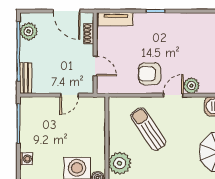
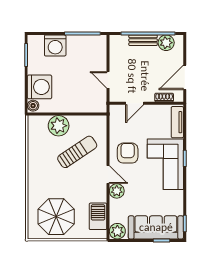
corner sofa: (162, 32) -> (165, 164), added
bench: (26, 78) -> (143, 40), moved
washing machine: (26, 159) -> (55, 45), width x1.89, depth x1.89
plant: (120, 163) -> (59, 126), moved

